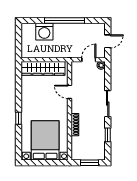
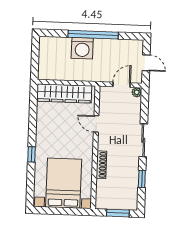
washing machine: (44, 32) -> (82, 48), moved
door: (108, 41) -> (146, 63), hinge flipped

